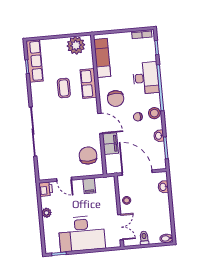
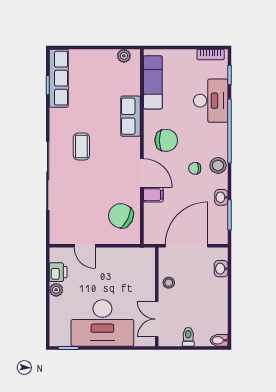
plant: (76, 45) -> (124, 56), width x0.53, depth x0.53
desk: (146, 78) -> (211, 101), moved
coffee table: (64, 88) -> (81, 147), moved
chair: (116, 99) -> (166, 140), turned -90
filing cabinet: (110, 144) -> (153, 195), width x0.50
chair: (88, 155) -> (121, 216), turned -64
door: (137, 173) -> (187, 246), hinge flipped
filing cabinet: (89, 186) -> (119, 258), removed
printer: (46, 189) -> (58, 272), moved
double door: (120, 227) -> (157, 319), swing flipped

